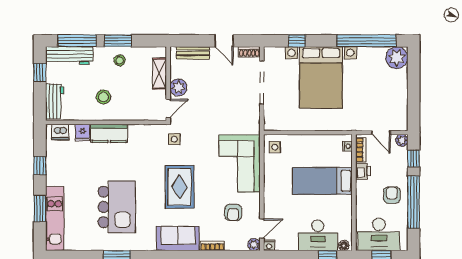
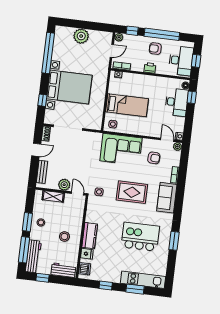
plant: (397, 58) -> (81, 36), moved
printer: (363, 171) -> (150, 68), moved
bed: (322, 181) -> (127, 105), moved, turned -90

